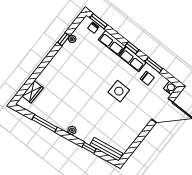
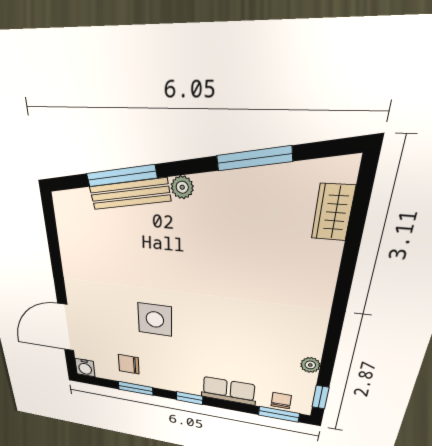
window: (64, 39) -> (320, 397), moved
row of seats: (133, 59) -> (175, 381), removed
window: (89, 148) -> (121, 176), width x2.17
bench: (106, 149) -> (130, 194), moved

